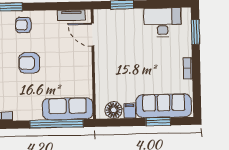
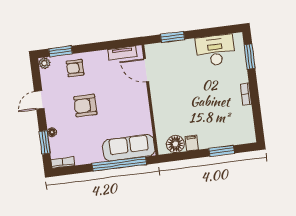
sofa: (164, 106) -> (226, 134), removed

